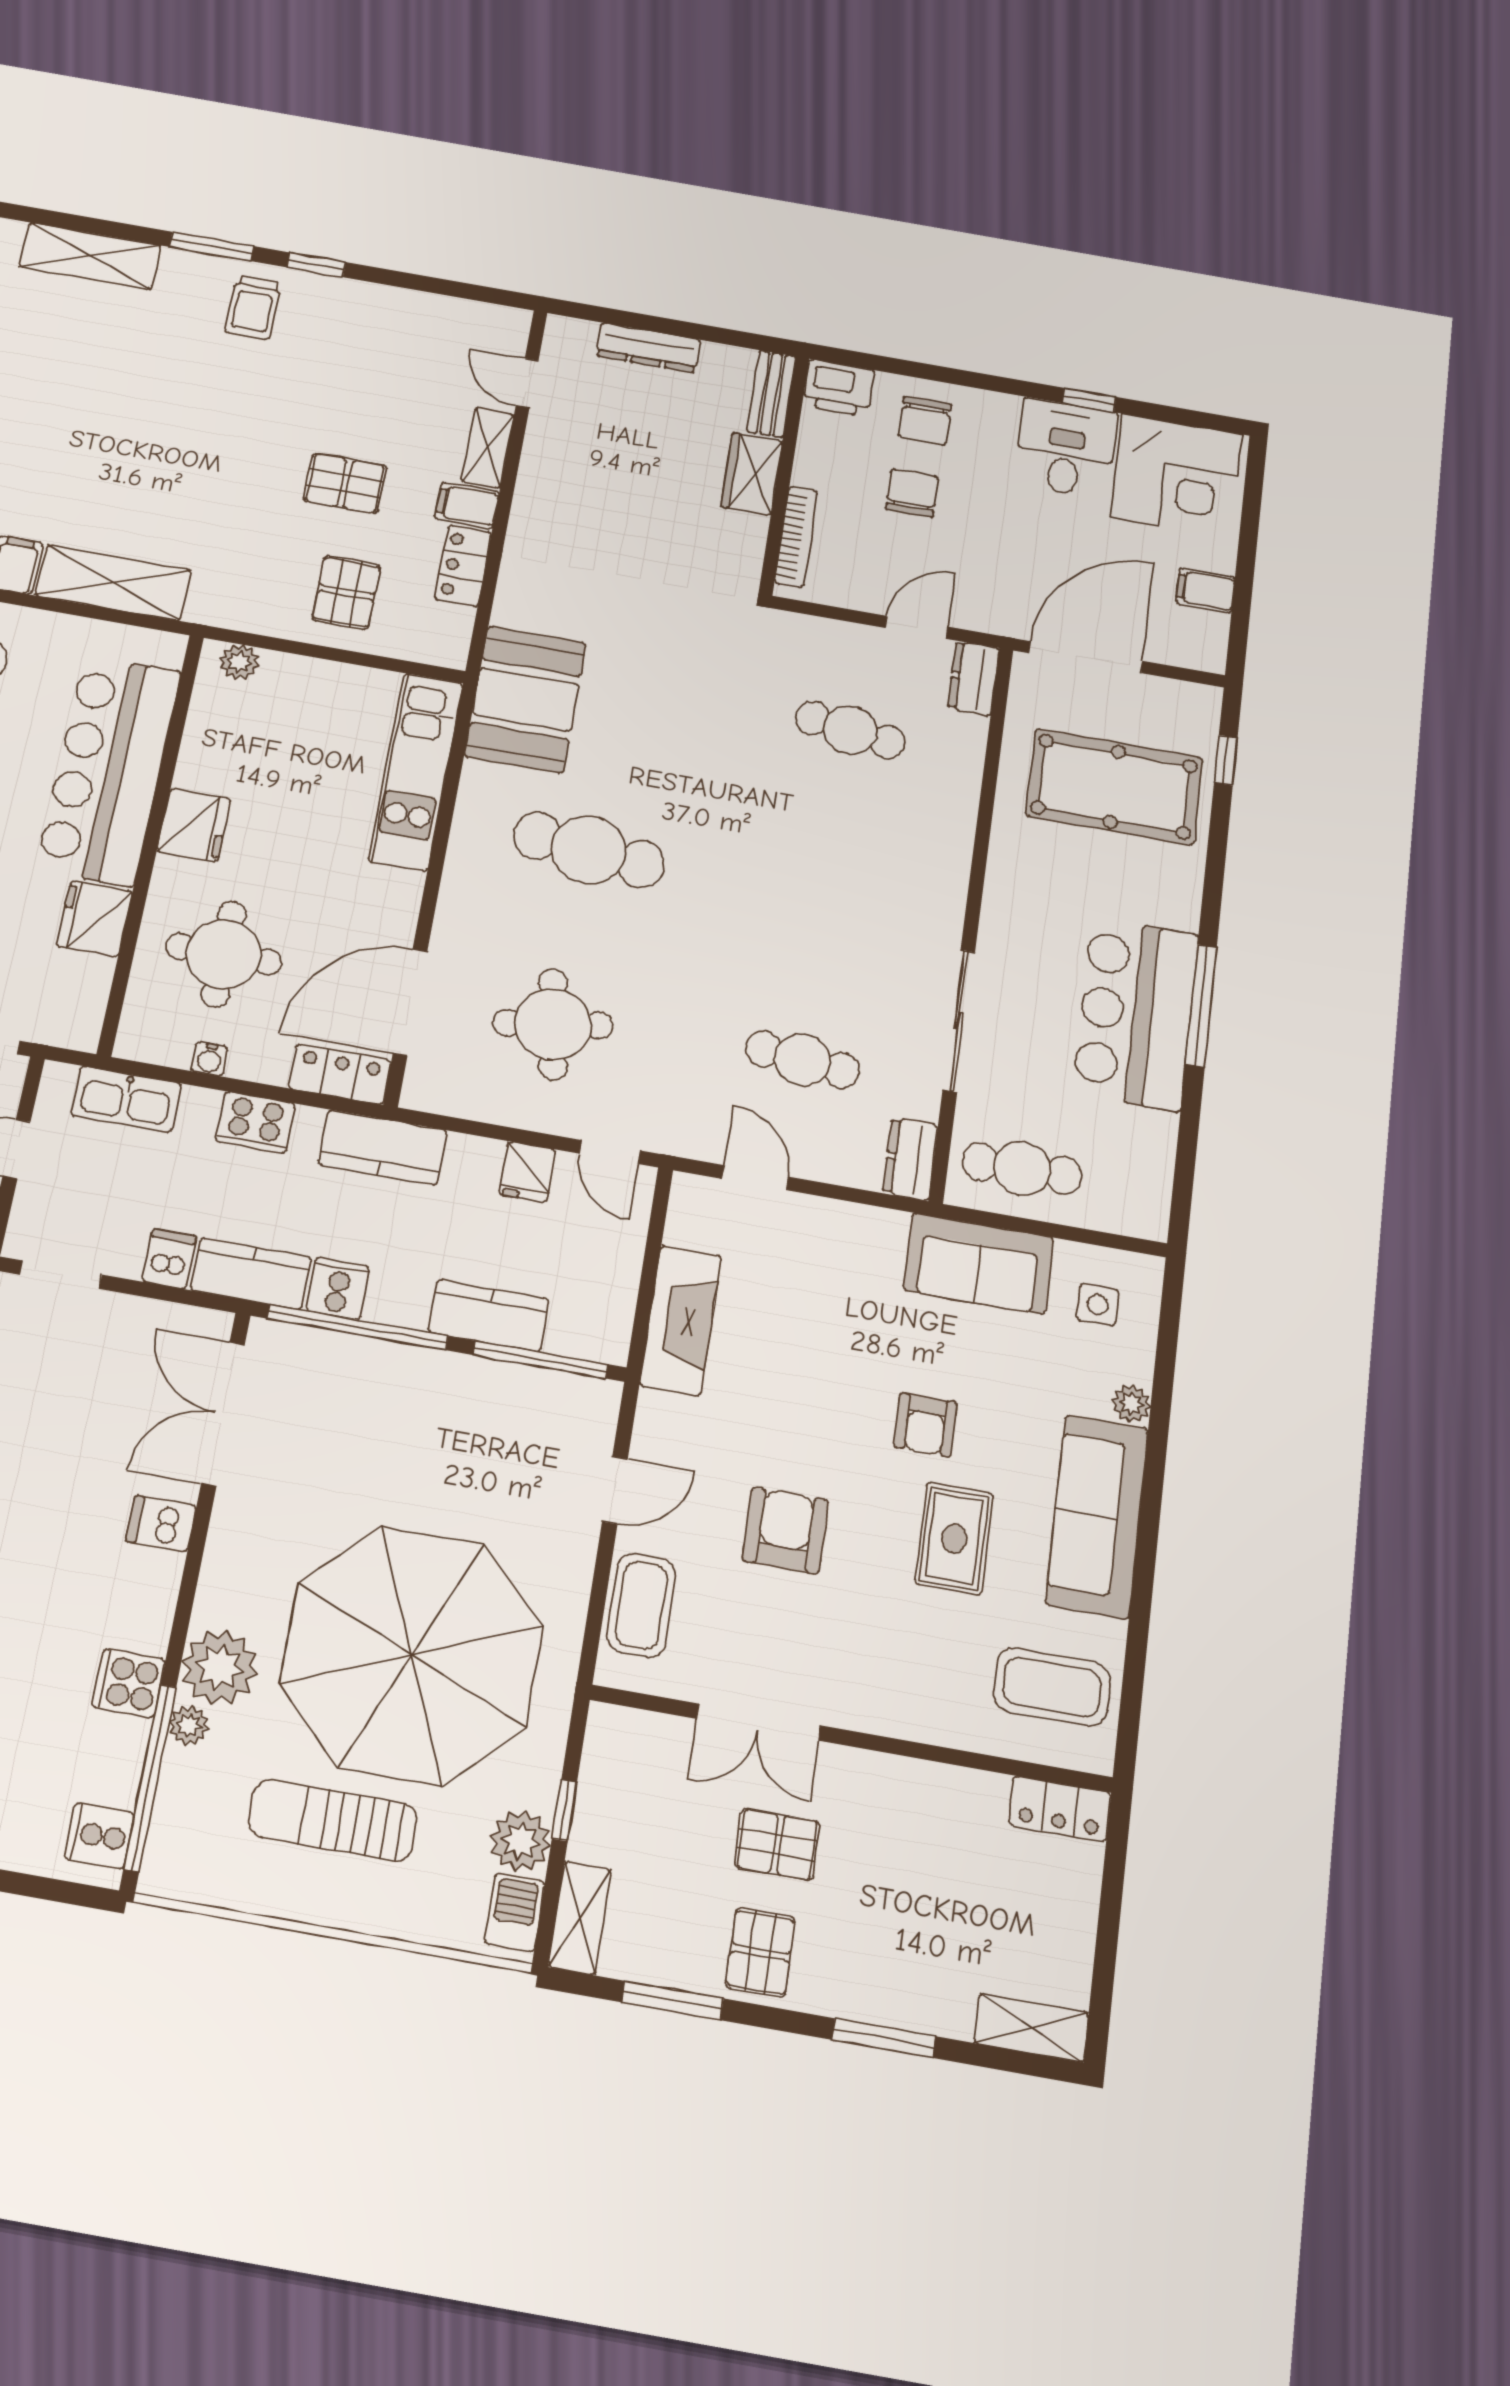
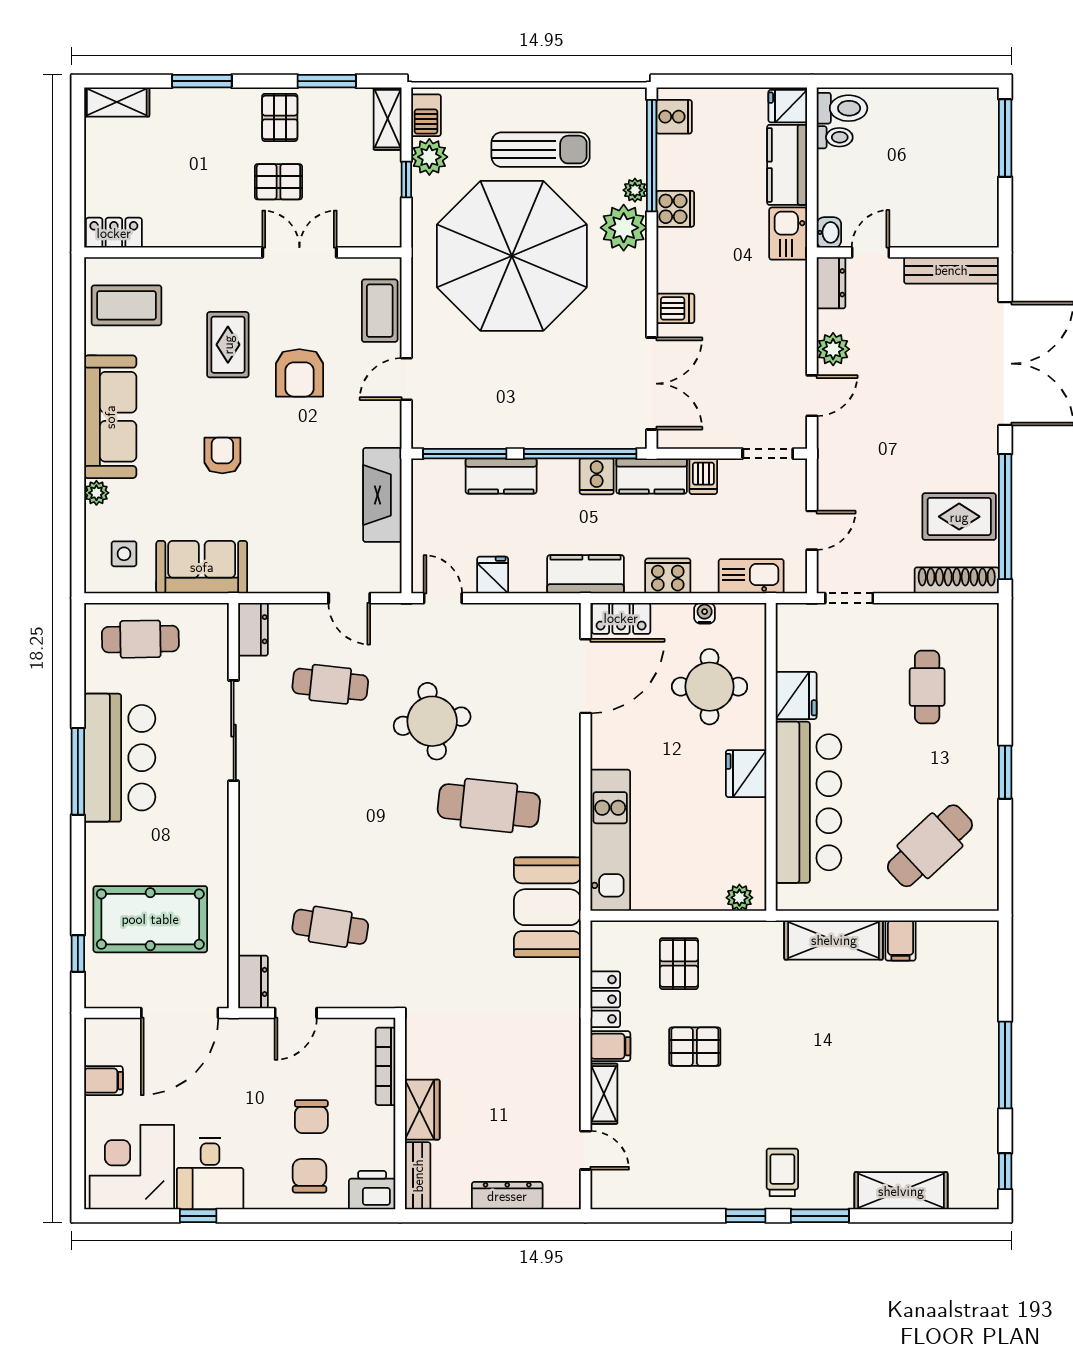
round table: (553, 1024) -> (432, 721), moved
cafe table: (1022, 1169) -> (140, 639), moved
rug: (954, 1539) -> (228, 345), moved

